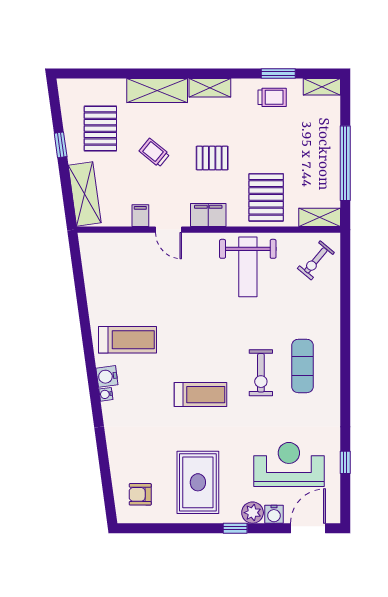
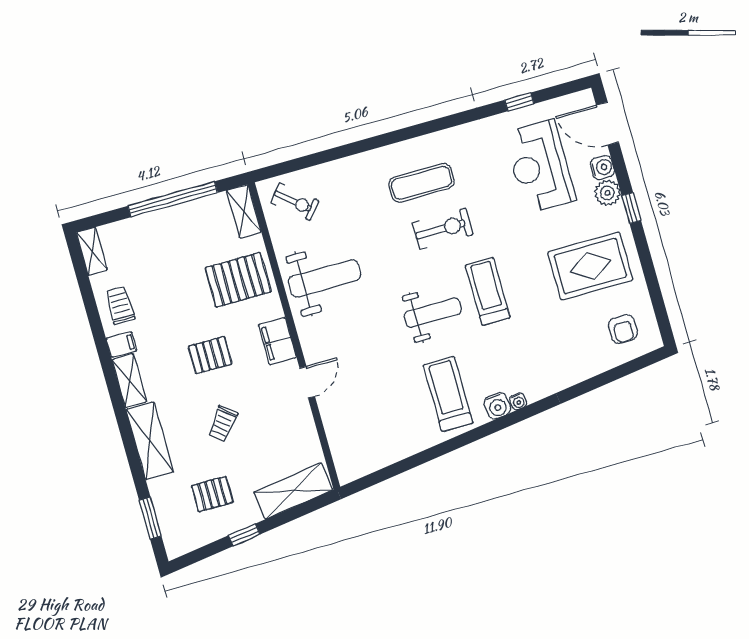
window: (278, 74) -> (150, 518), moved
pallet: (100, 129) -> (212, 494), width x0.67, depth x0.71
pallet: (212, 158) -> (210, 355), turned 90
filing cabinet: (140, 216) -> (121, 345), moved, turned 180
weight bench: (196, 346) -> (433, 313), added

